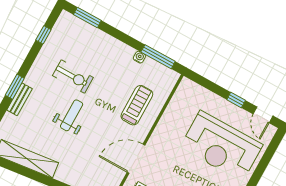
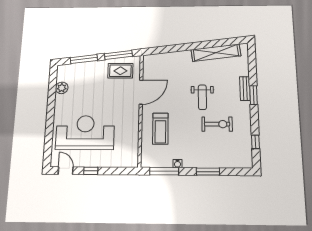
window: (87, 18) -> (208, 172), moved
exercise bike: (73, 77) -> (217, 124), turned 180

